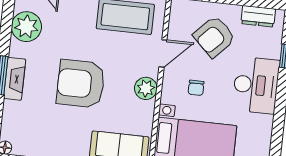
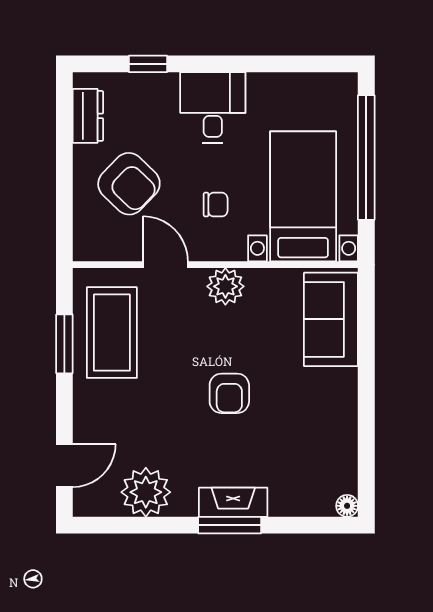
armchair: (81, 84) -> (229, 393), width x0.53, depth x0.53
desk: (256, 85) -> (213, 107), width x0.73

